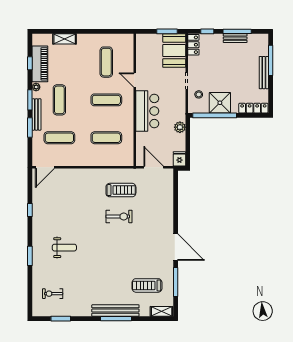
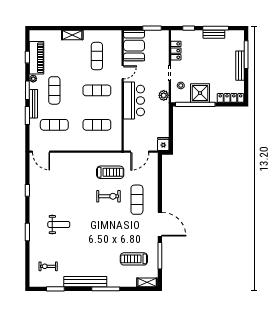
shelving: (65, 39) -> (72, 35), moved
locker: (193, 45) -> (176, 51), moved
booth: (174, 51) -> (134, 46), moved
door: (135, 80) -> (123, 72), swing flipped
plant: (180, 127) -> (164, 95), moved
door: (45, 167) -> (41, 152), hinge flipped
door: (154, 167) -> (140, 152), swing flipped
exercise mat: (150, 220) -> (137, 200), added
bench: (115, 311) -> (85, 282), moved

